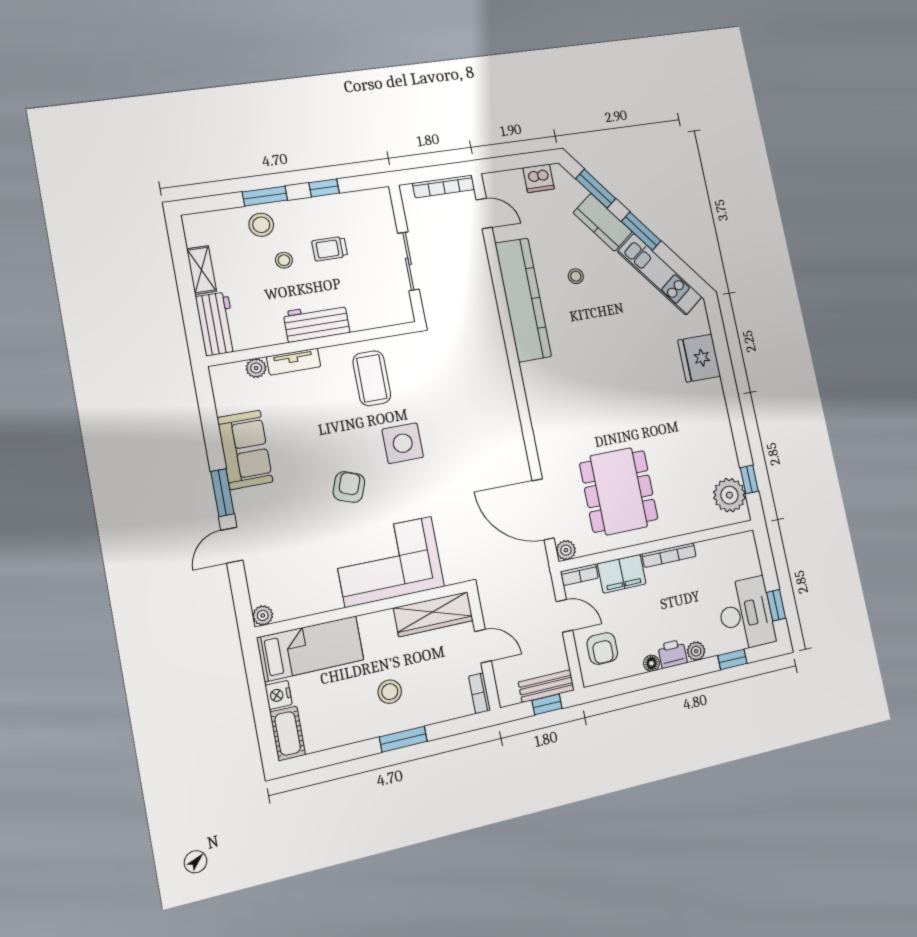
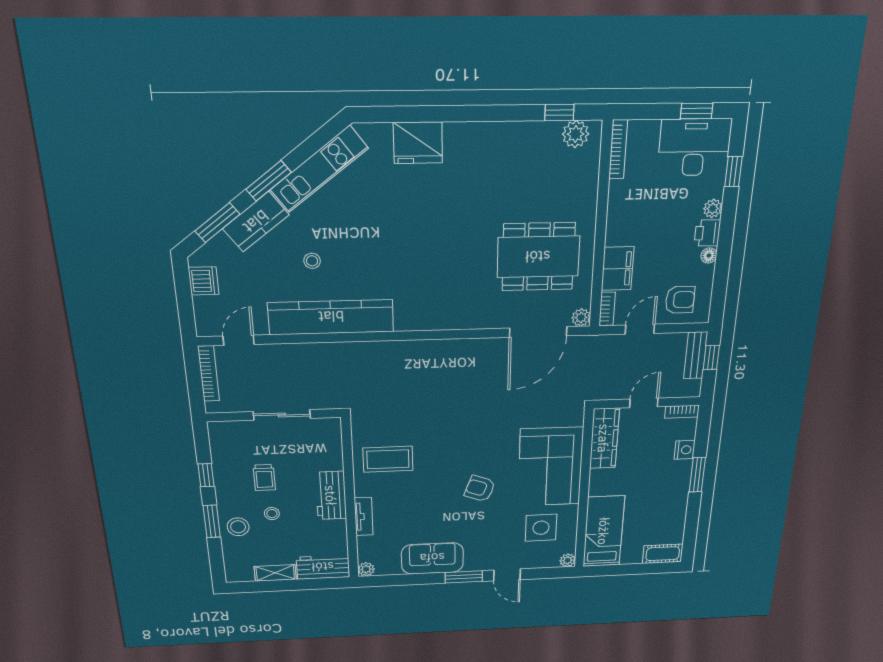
plant: (256, 368) -> (366, 569), moved
side table: (403, 443) -> (541, 528), moved
plant: (729, 495) -> (576, 134), width x0.73, depth x0.73
bookcase: (669, 555) -> (618, 149), moved
stool: (390, 692) -> (656, 480), removed
nightstand: (279, 695) -> (685, 450), moved, turned -90

